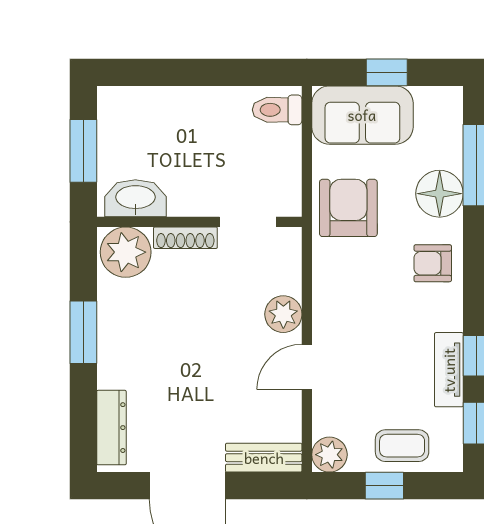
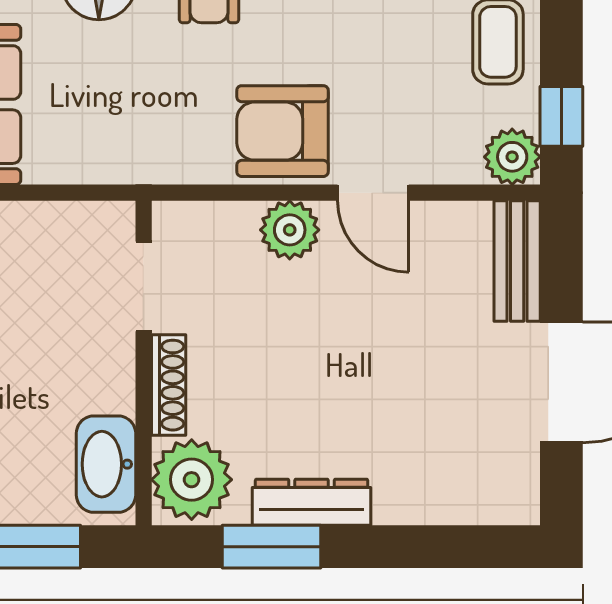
armchair: (348, 208) -> (283, 131), moved
window: (83, 332) -> (272, 547), moved
dresser: (111, 428) -> (312, 502), moved
window: (384, 486) -> (561, 116), moved

